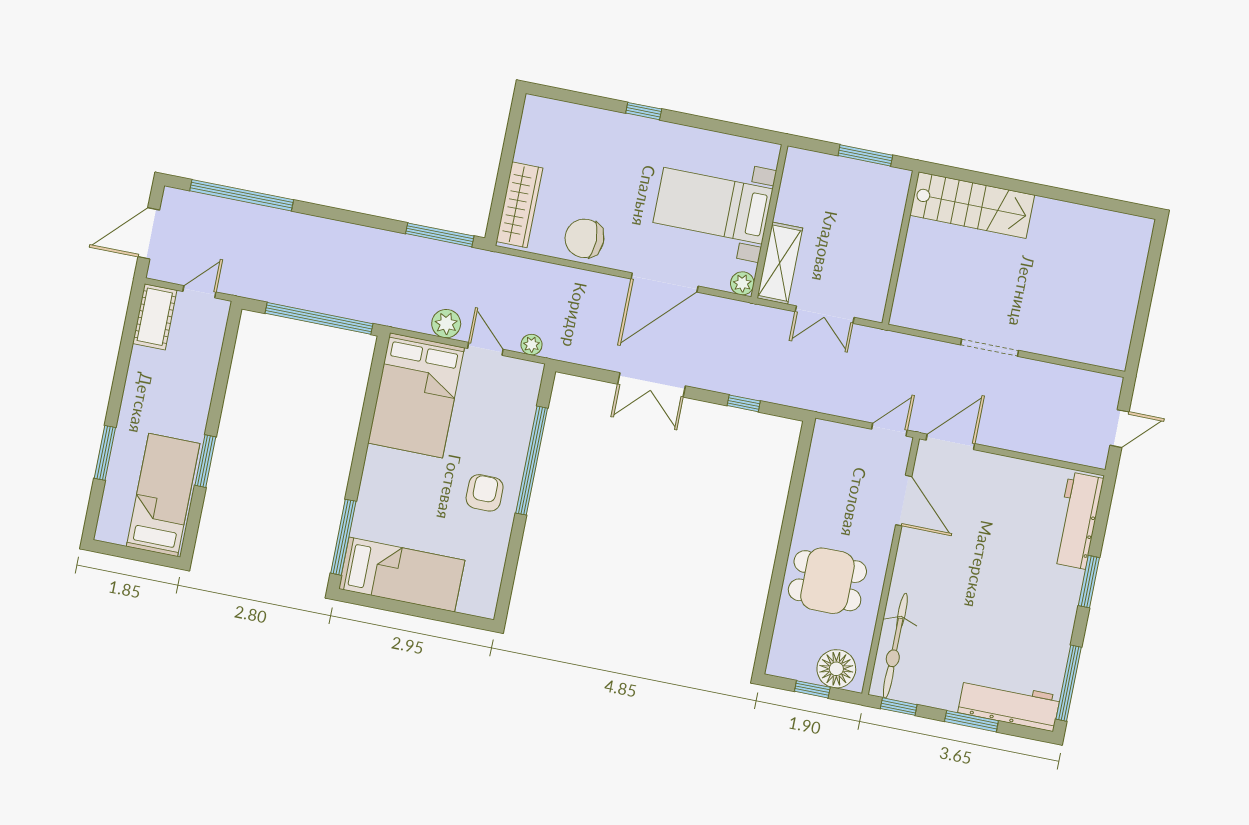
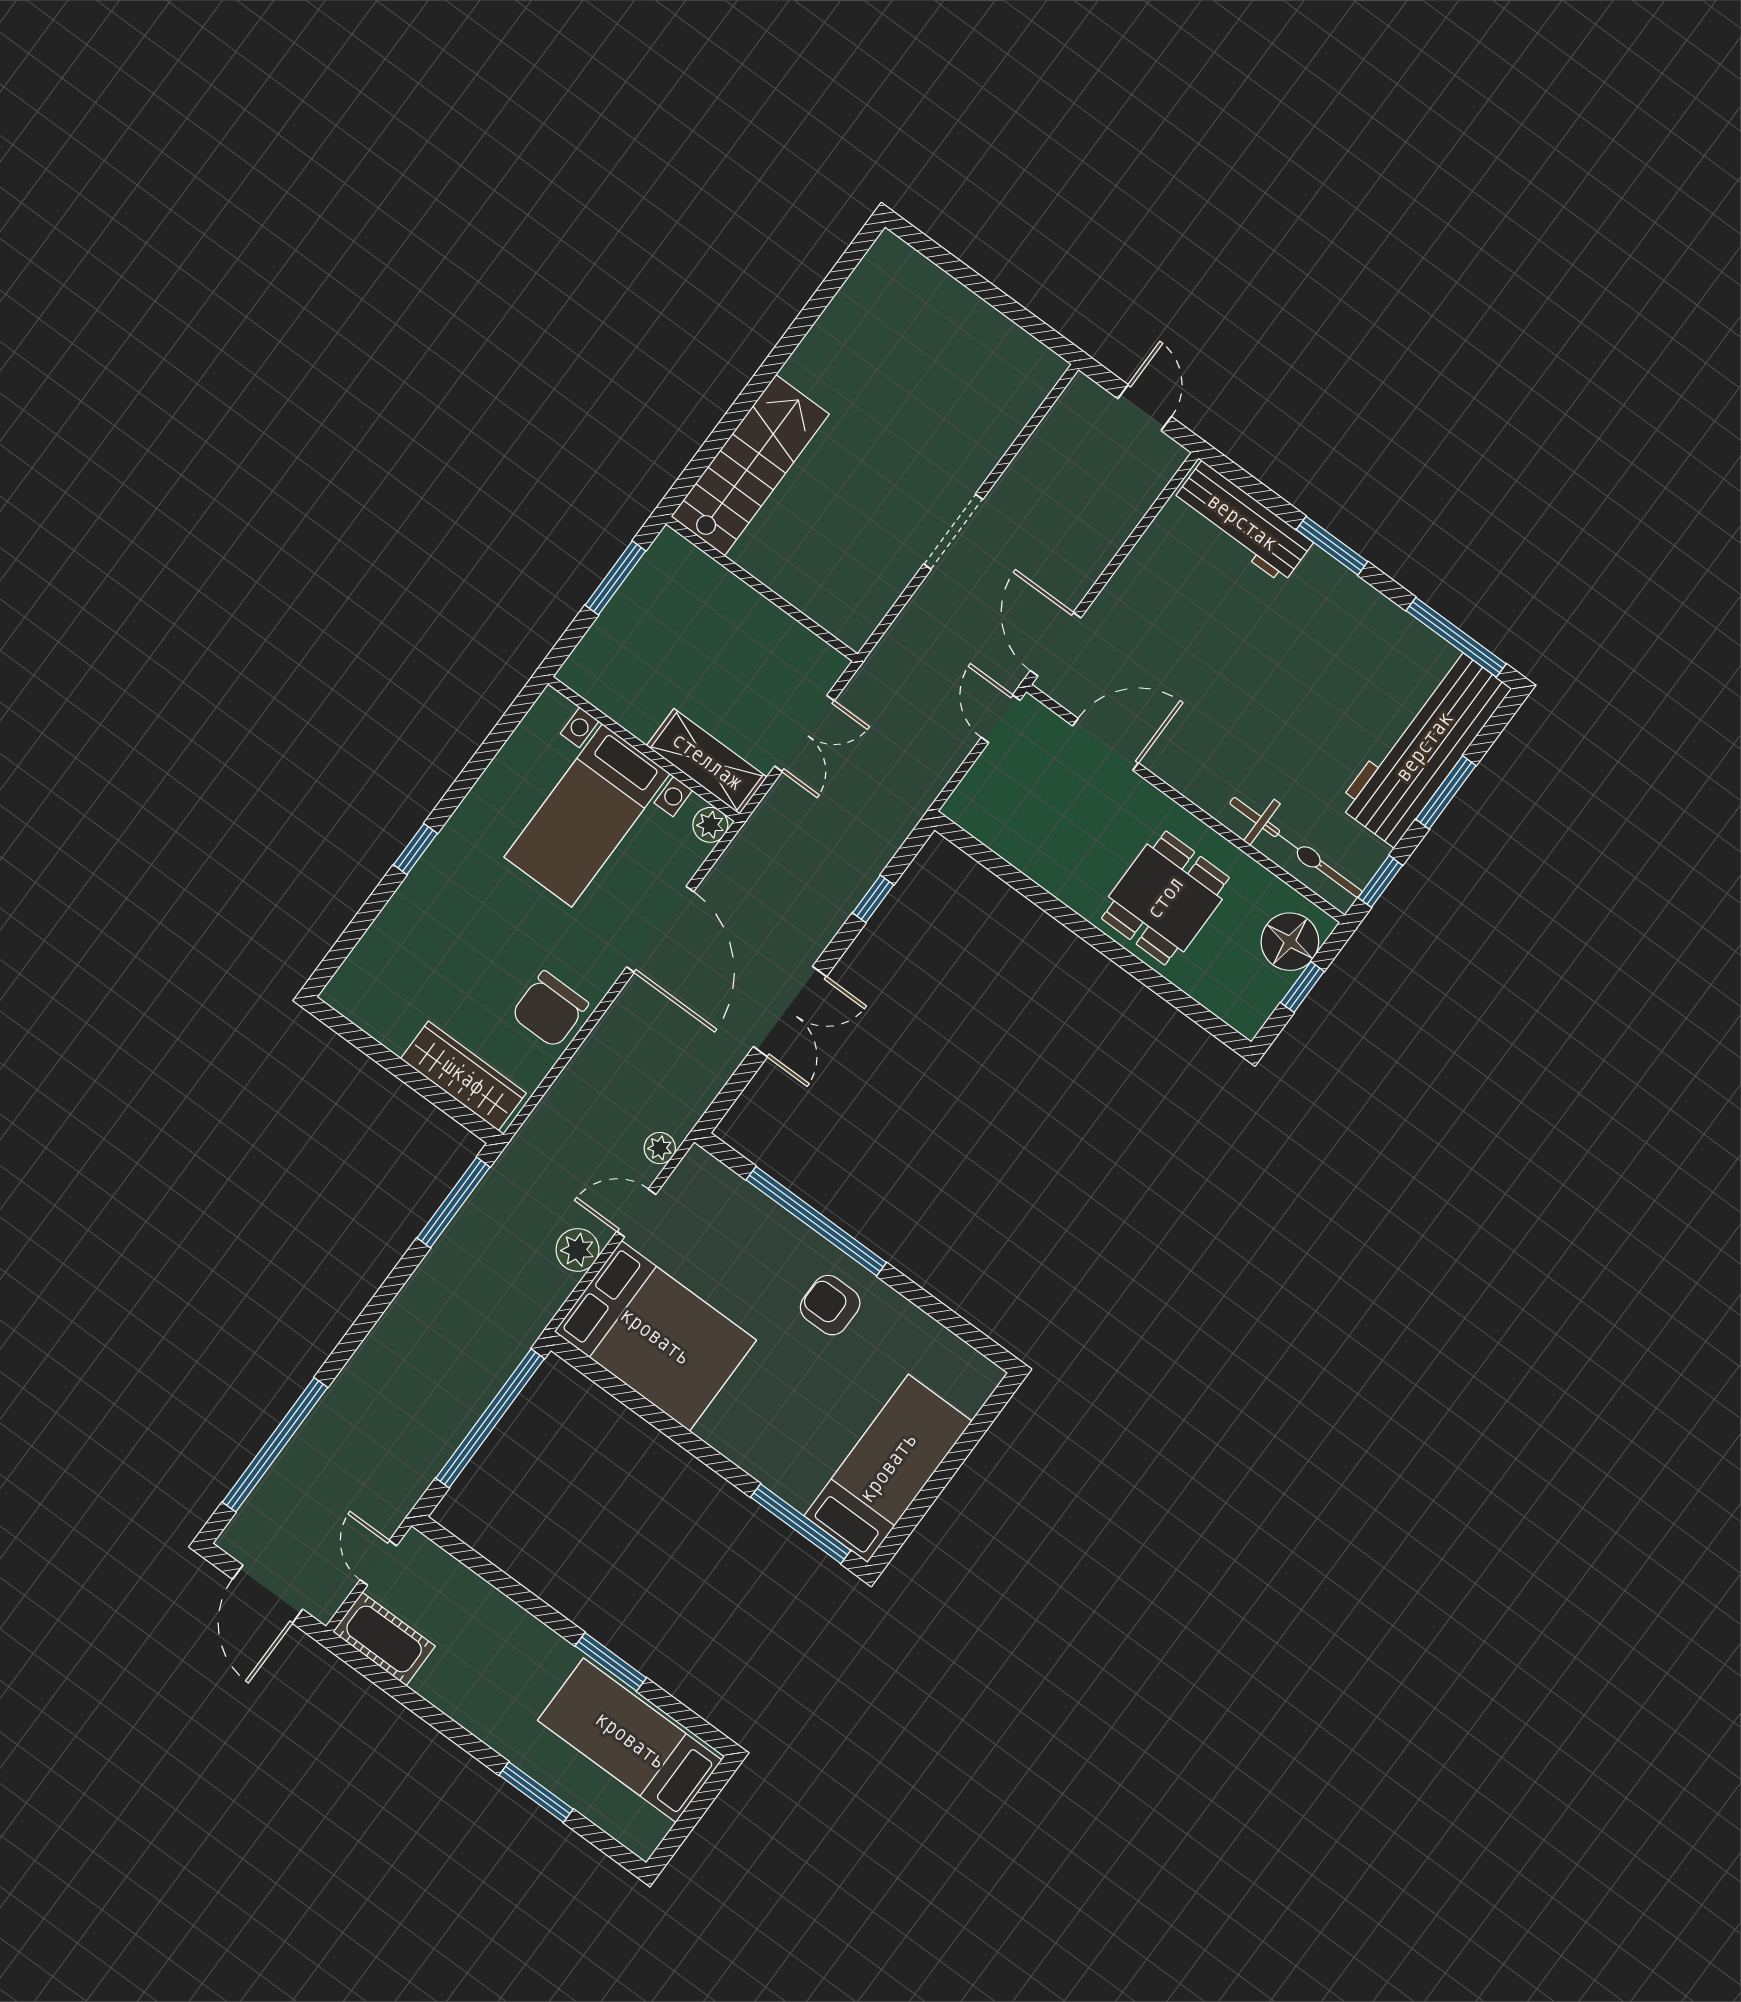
workbench: (1009, 704) -> (1424, 747), width x1.36, depth x1.32

